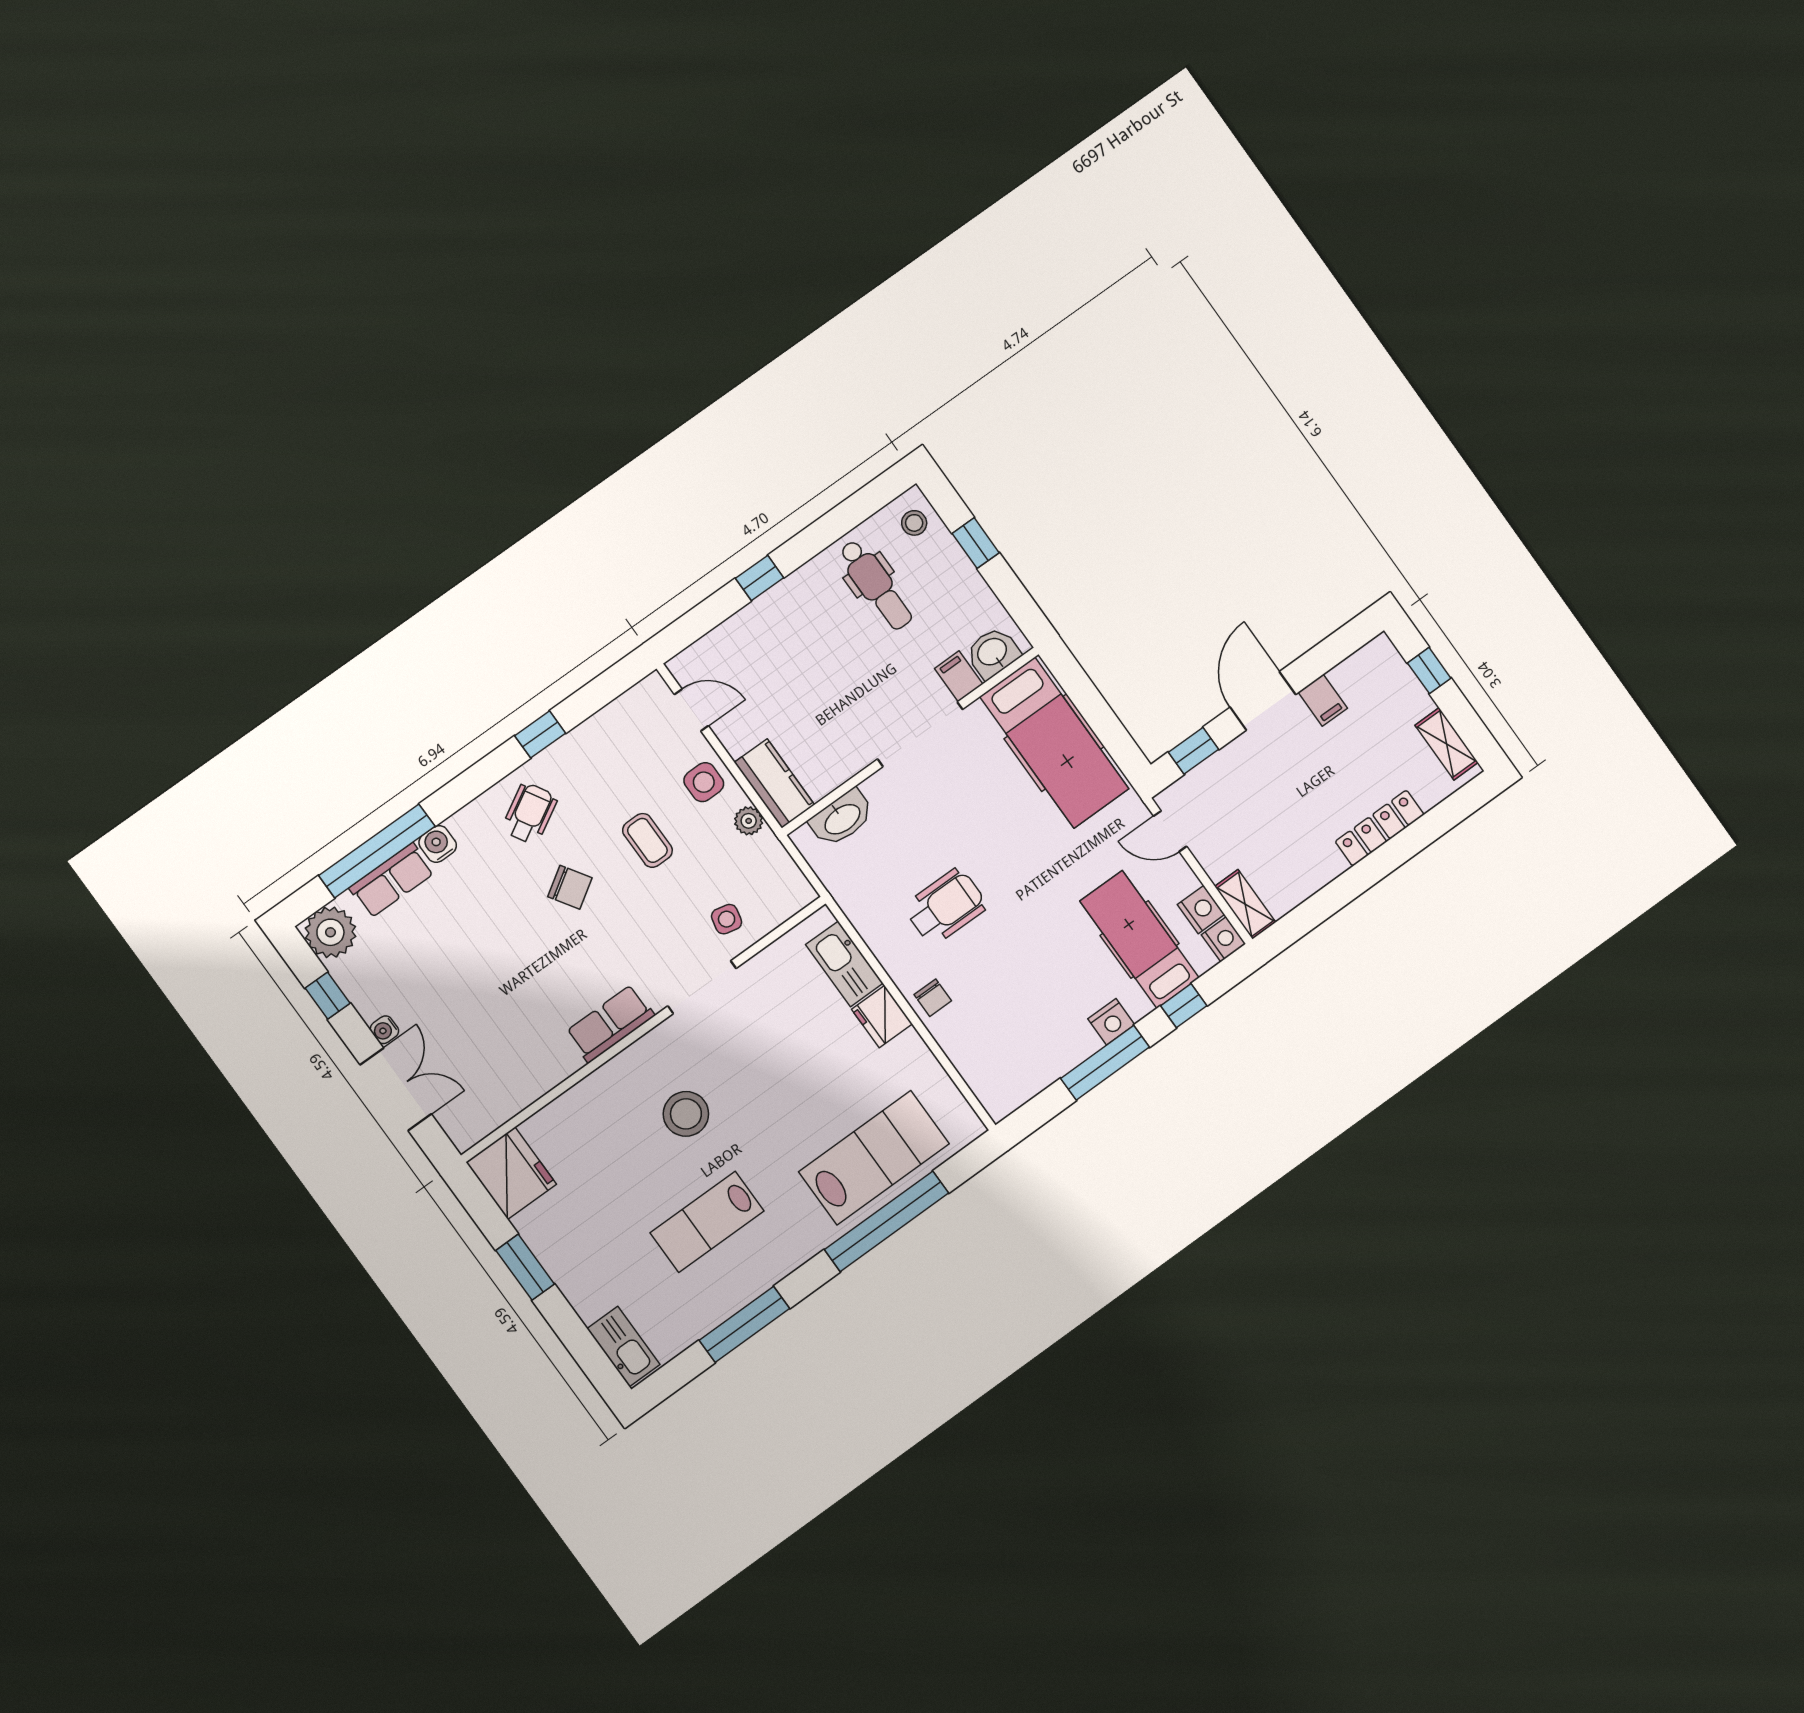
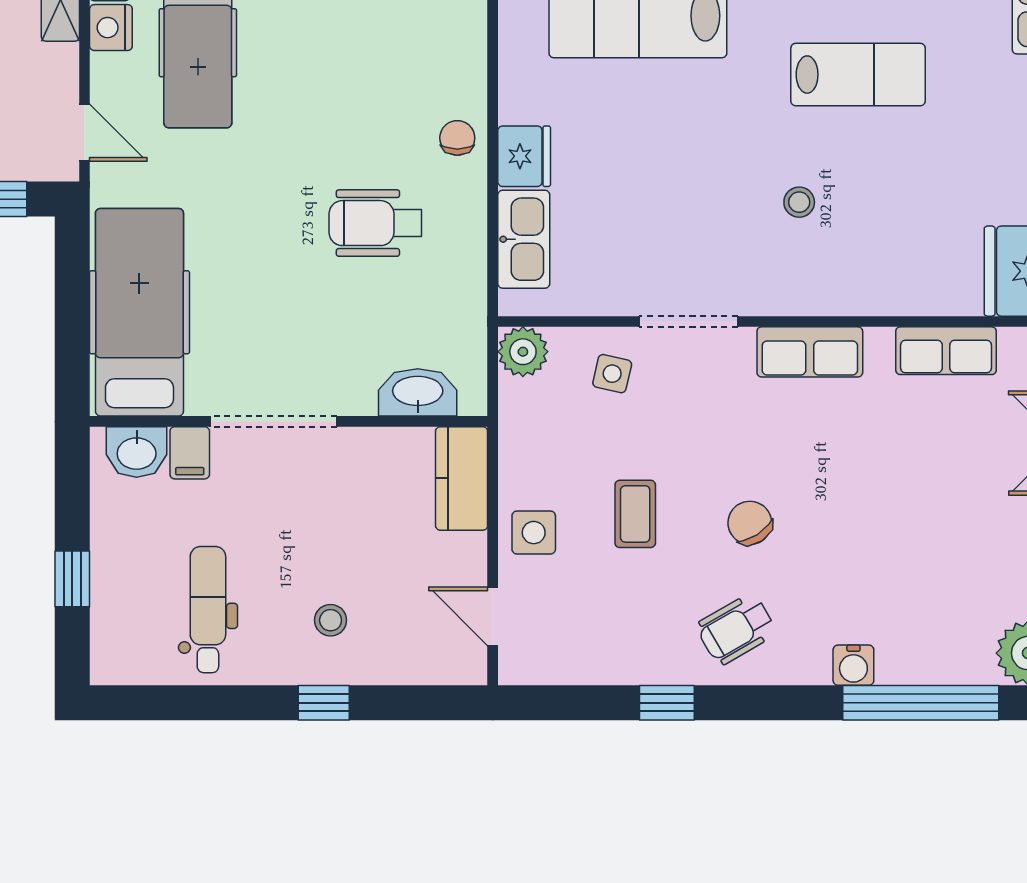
stool: (914, 523) -> (331, 620), moved
plant: (749, 821) -> (523, 352), moved, width x1.38, depth x1.38
row of seats: (392, 880) -> (946, 351), moved, turned 180
stool: (686, 1114) -> (799, 202), width x0.53, depth x0.53

